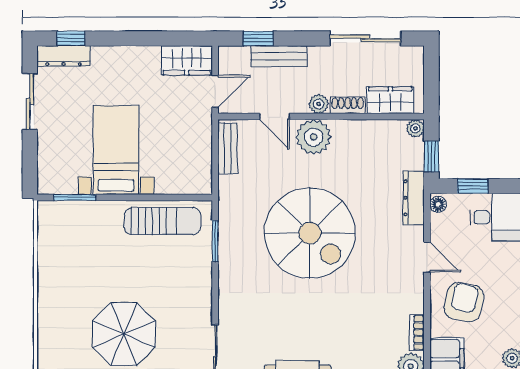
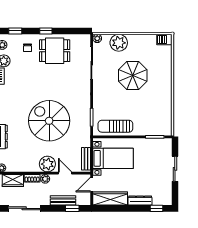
dresser: (63, 56) -> (140, 200), moved
wardrobe: (187, 60) -> (110, 198), width x1.50
sliding door: (30, 101) -> (175, 169), moved
bed with nightstands: (116, 150) -> (113, 158), moved, turned -90

